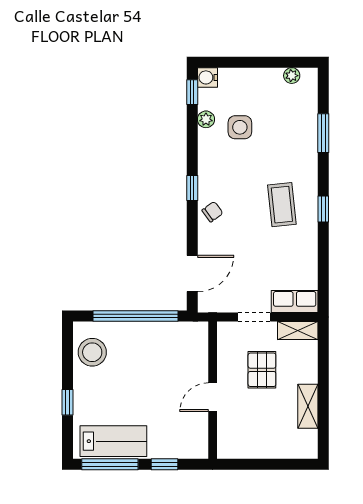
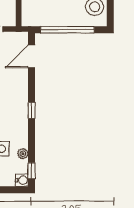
chair: (212, 212) -> (19, 95), removed

